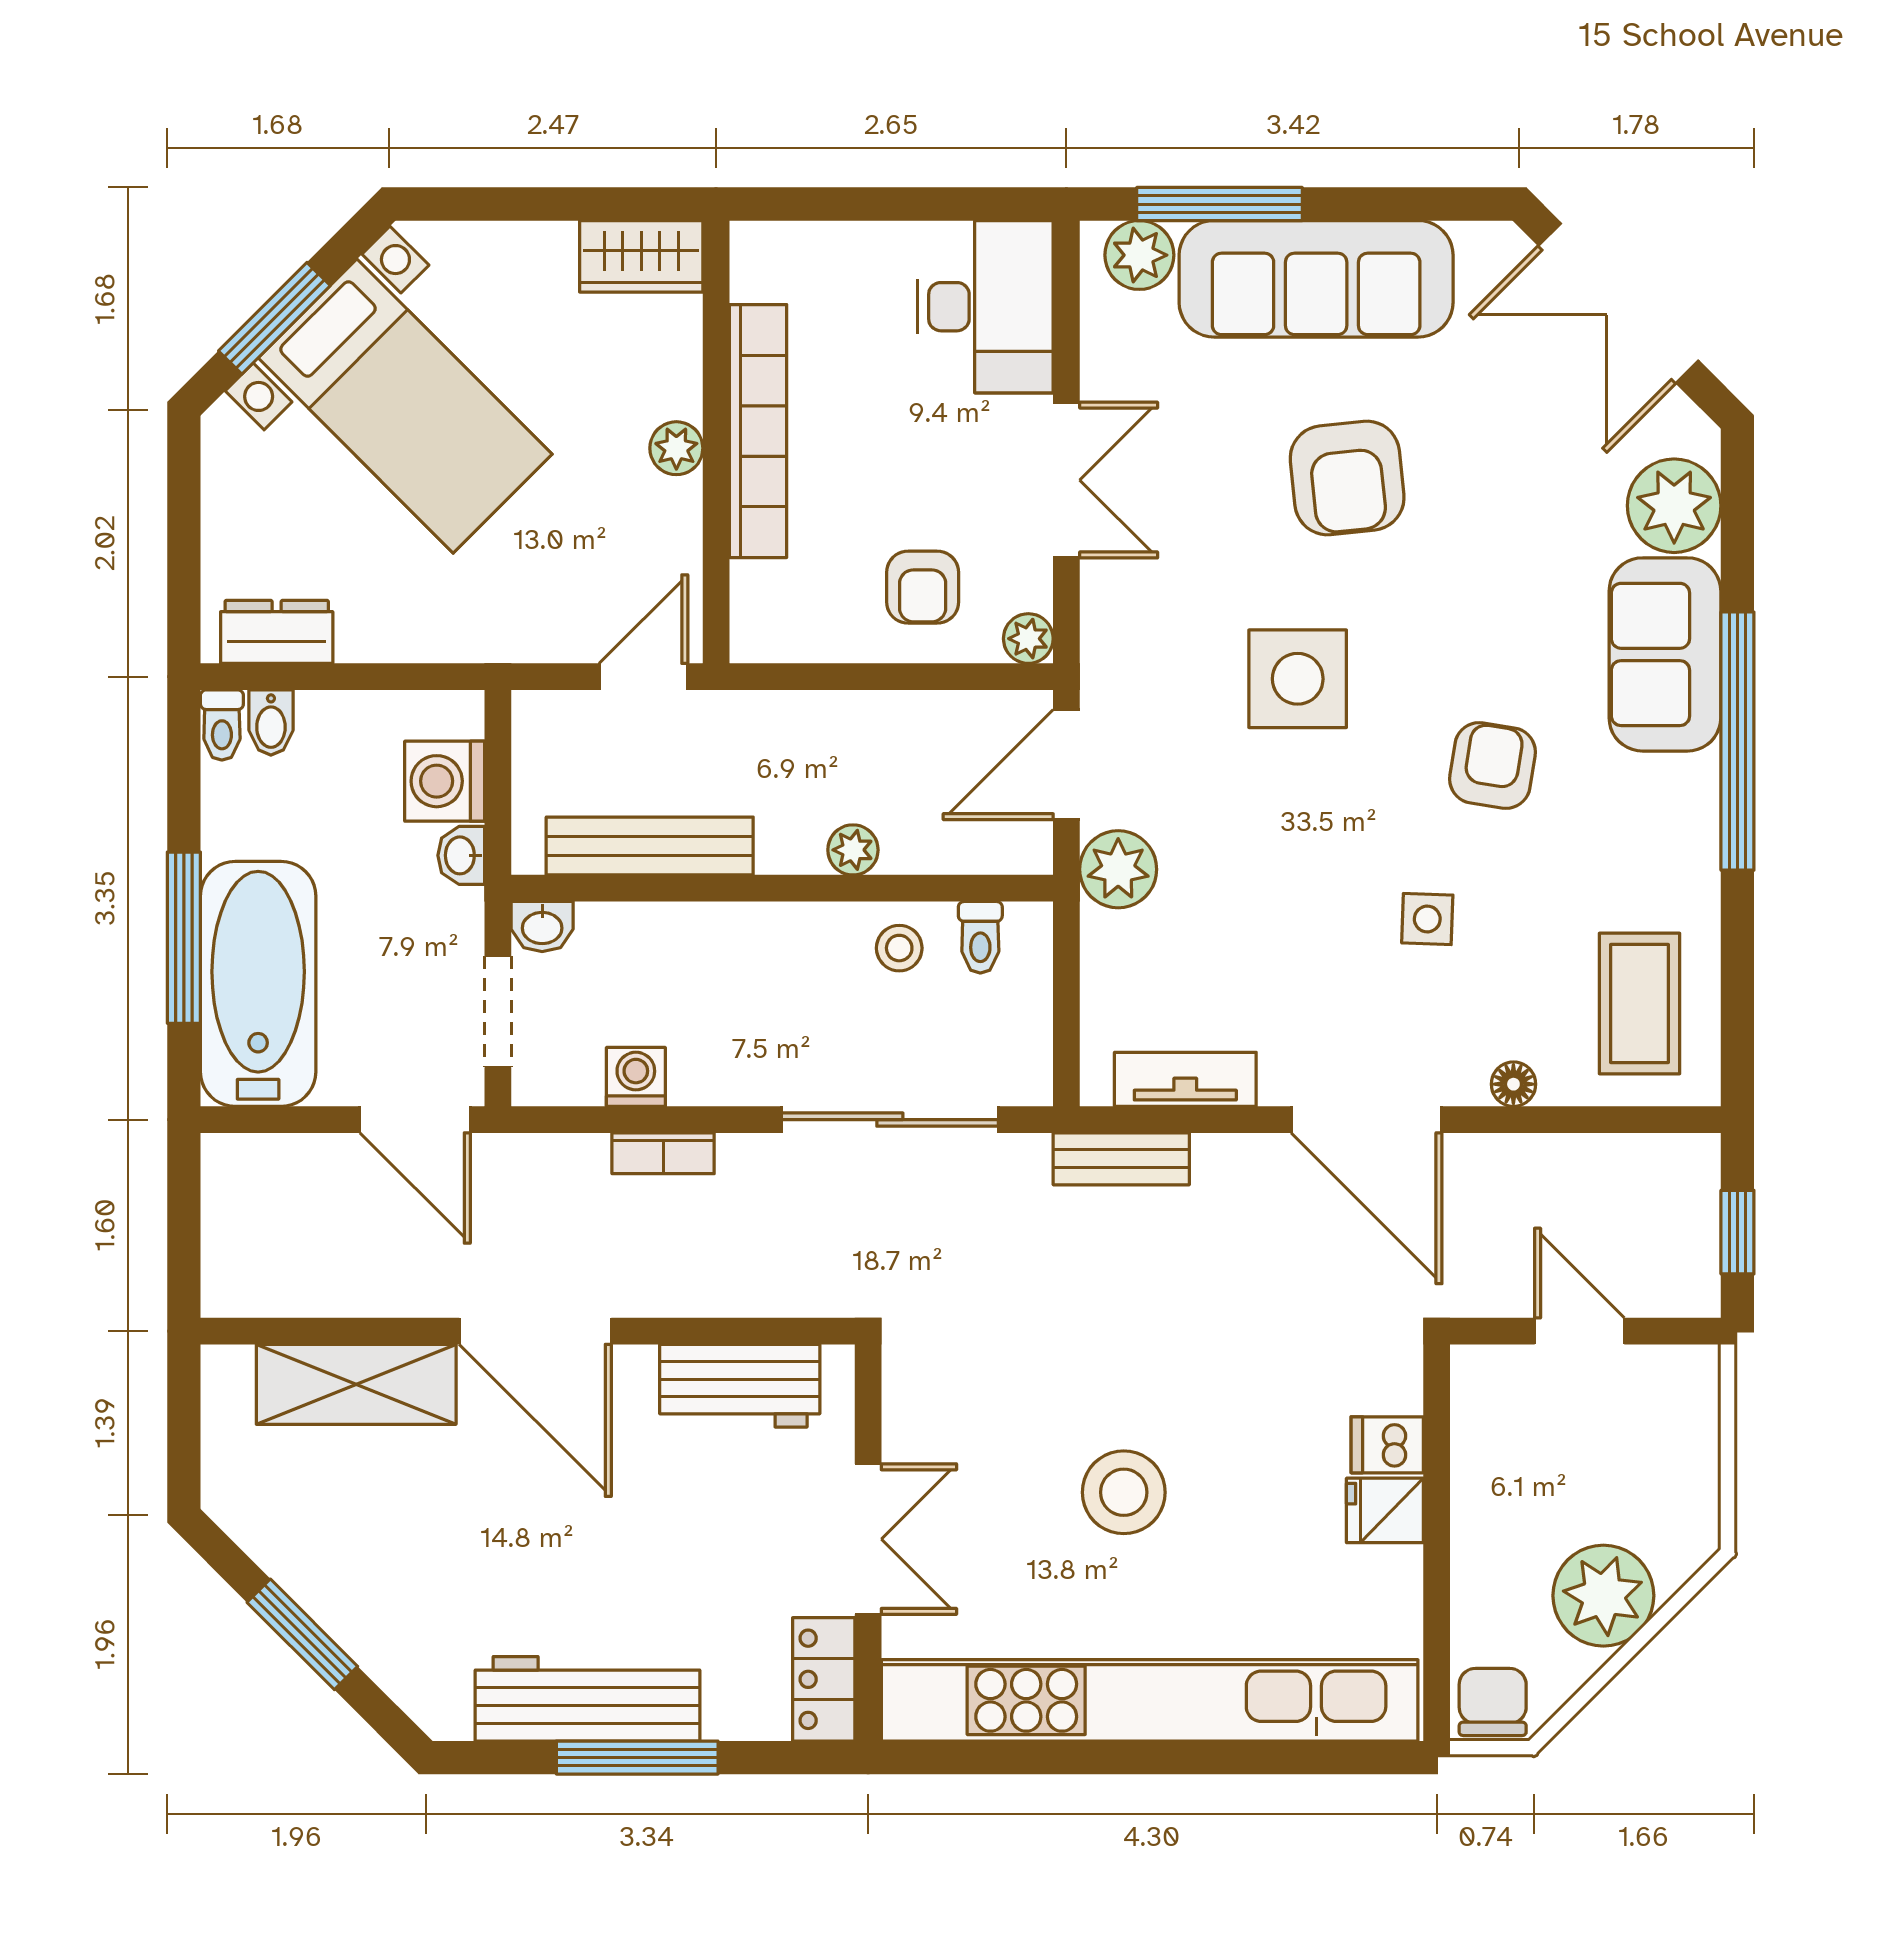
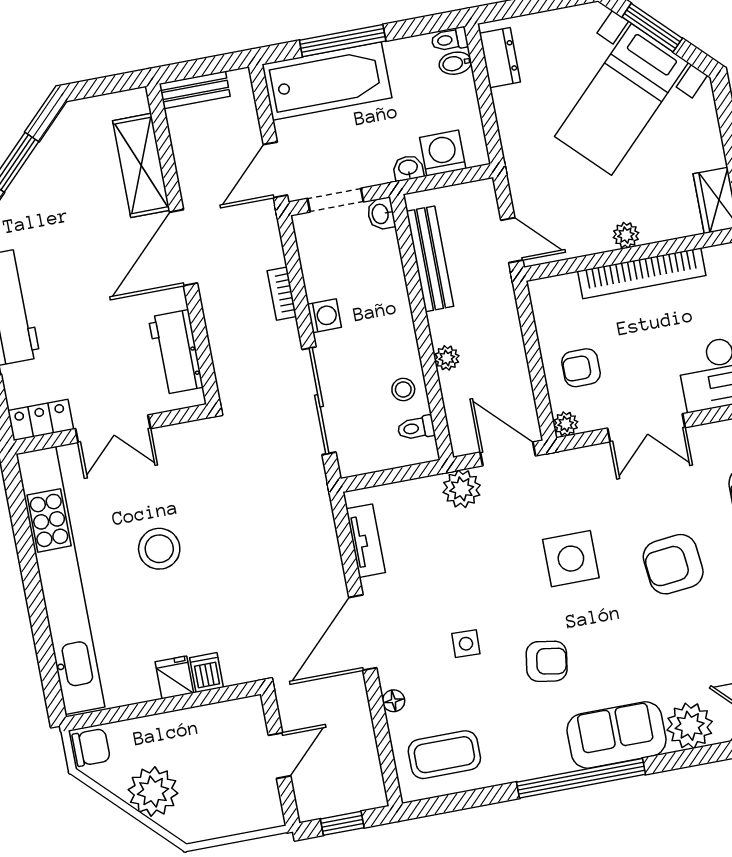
washing machine: (636, 1077) -> (324, 316), moved
bench: (1121, 1159) -> (195, 90), moved, turned 90

